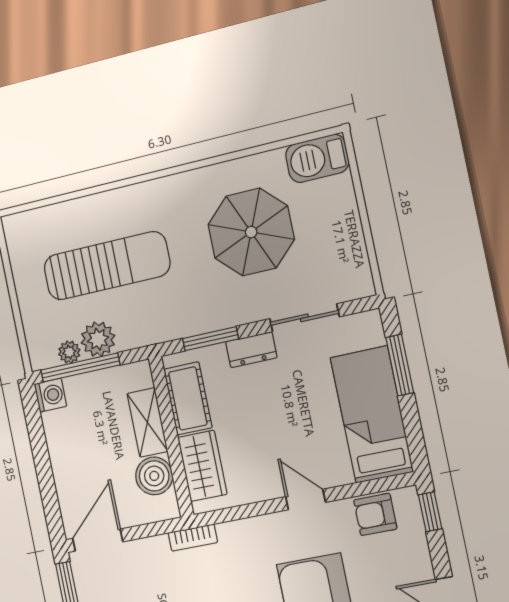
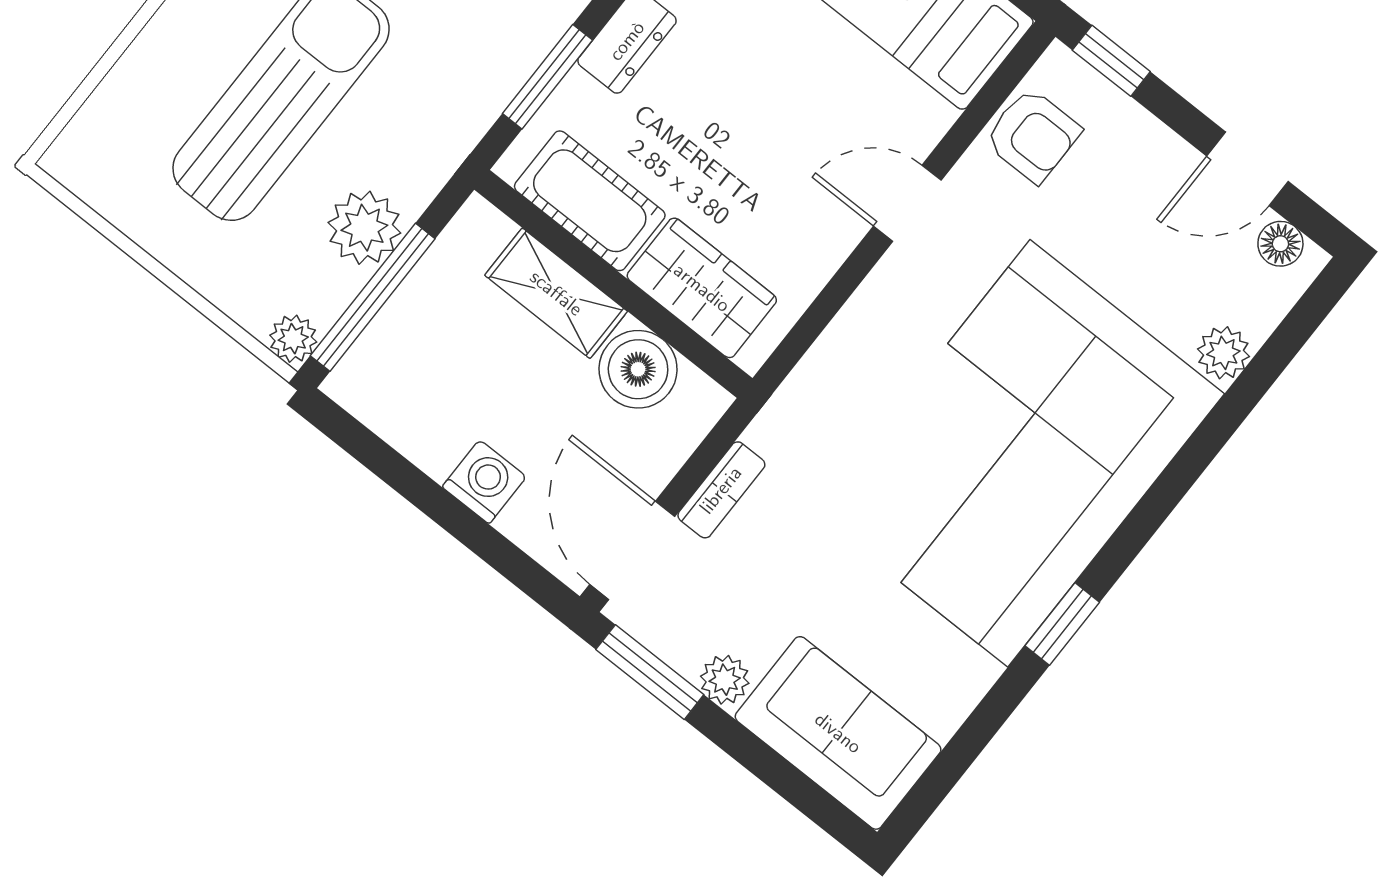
plant: (69, 352) -> (293, 339), moved
washing machine: (50, 395) -> (484, 482), moved
armchair: (375, 514) -> (1033, 135), turned -90
bookcase: (193, 538) -> (721, 490), moved

